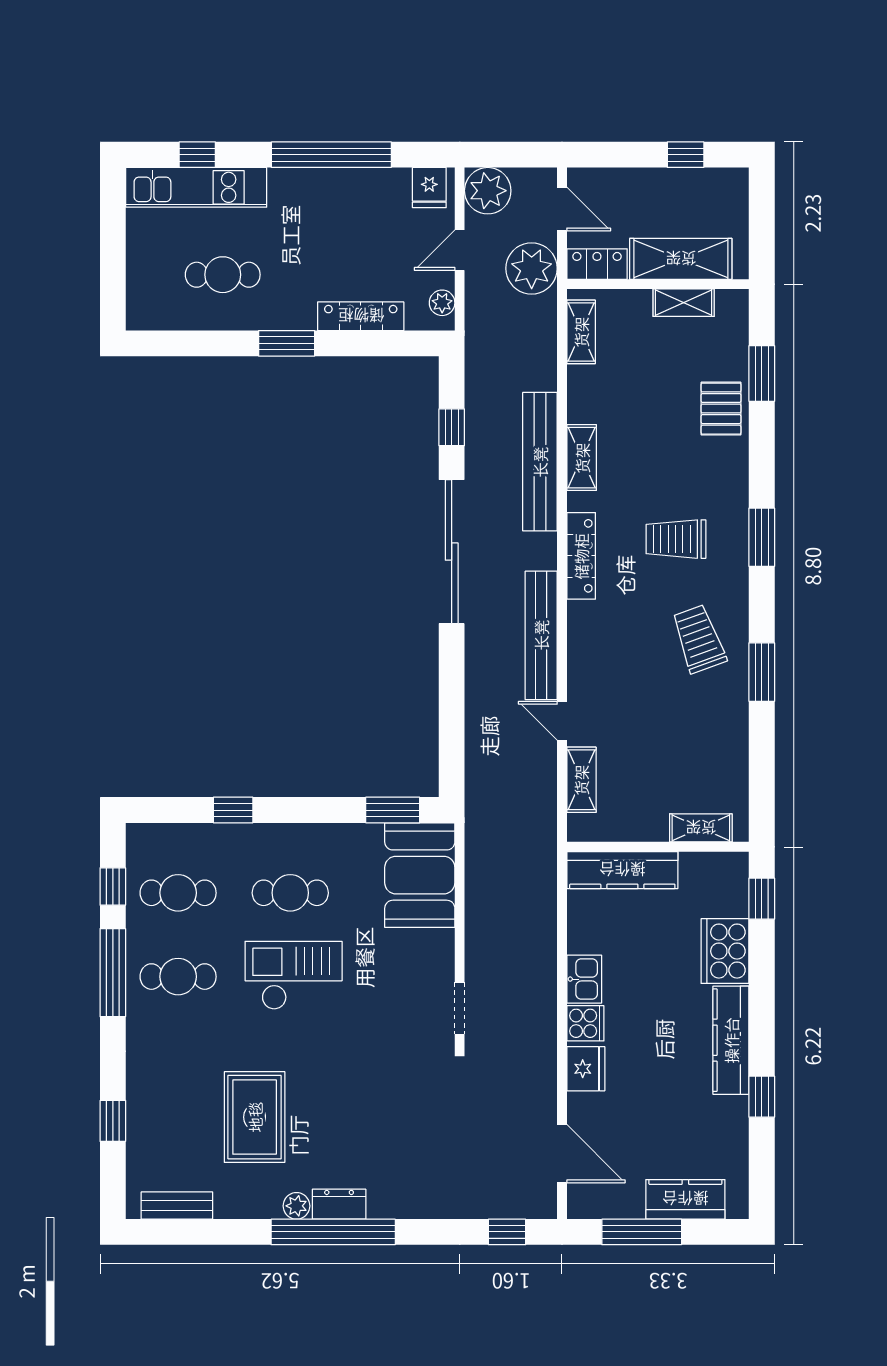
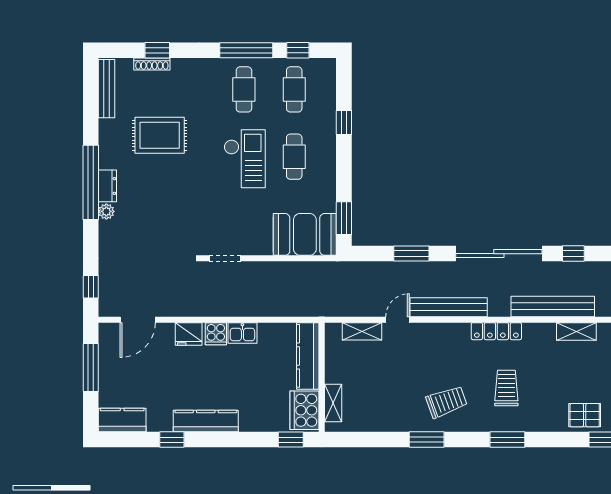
shelving: (582, 458) -> (576, 331), moved
window: (452, 698) -> (411, 254), added
cooker: (725, 951) -> (305, 410), moved, turned -90
shoe rack: (136, 1130) -> (152, 64), added
kitchen counter: (685, 1199) -> (122, 420), moved, turned -90
bench: (177, 1206) -> (107, 89), width x1.36
plant: (296, 1206) -> (106, 211), moved

